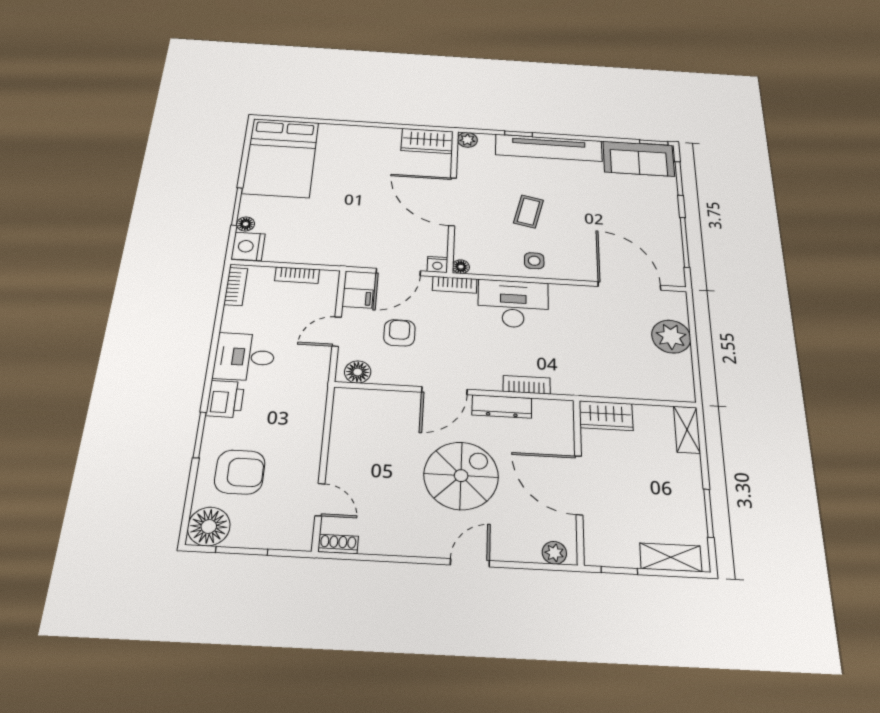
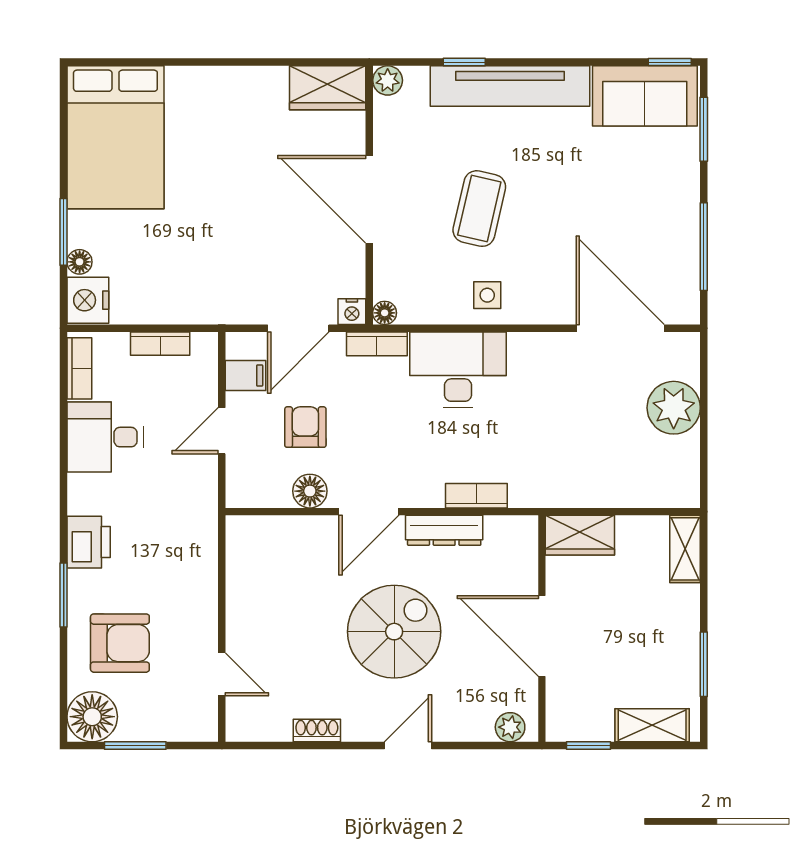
coffee table: (529, 211) -> (479, 209), width x1.36, depth x1.30
desk: (244, 357) -> (105, 437), moved
floor lamp: (358, 372) -> (310, 491), moved
shoe rack: (338, 544) -> (317, 730), moved

